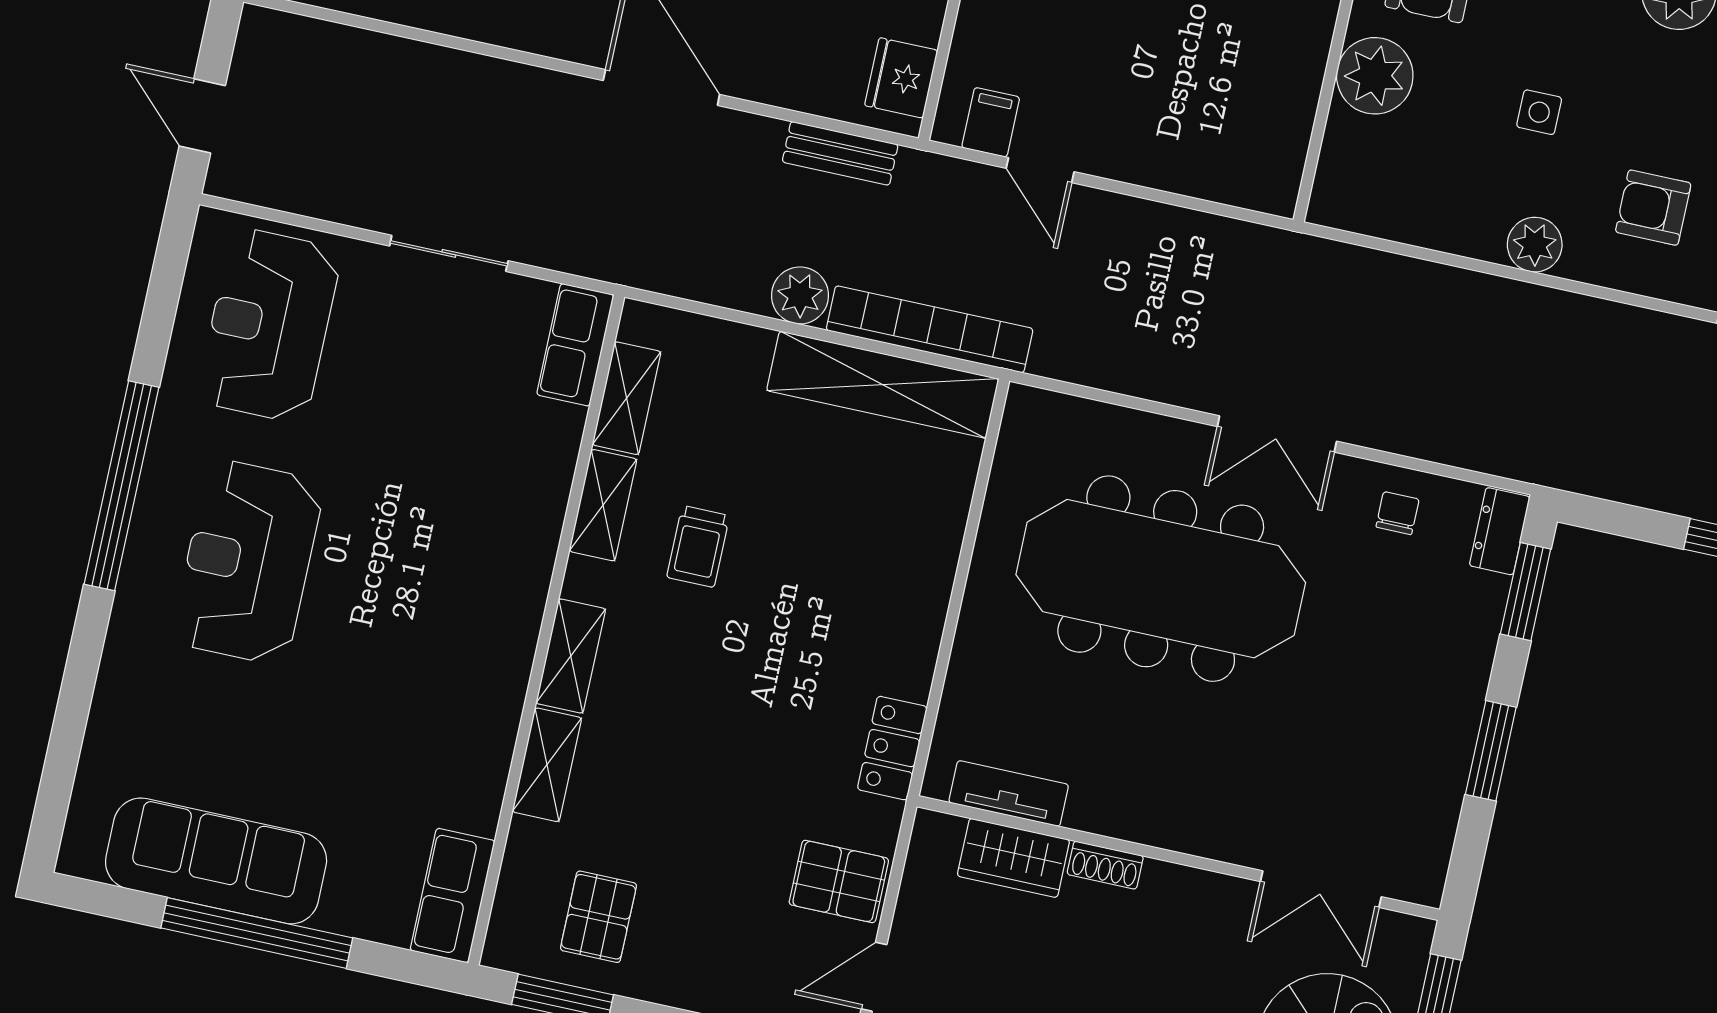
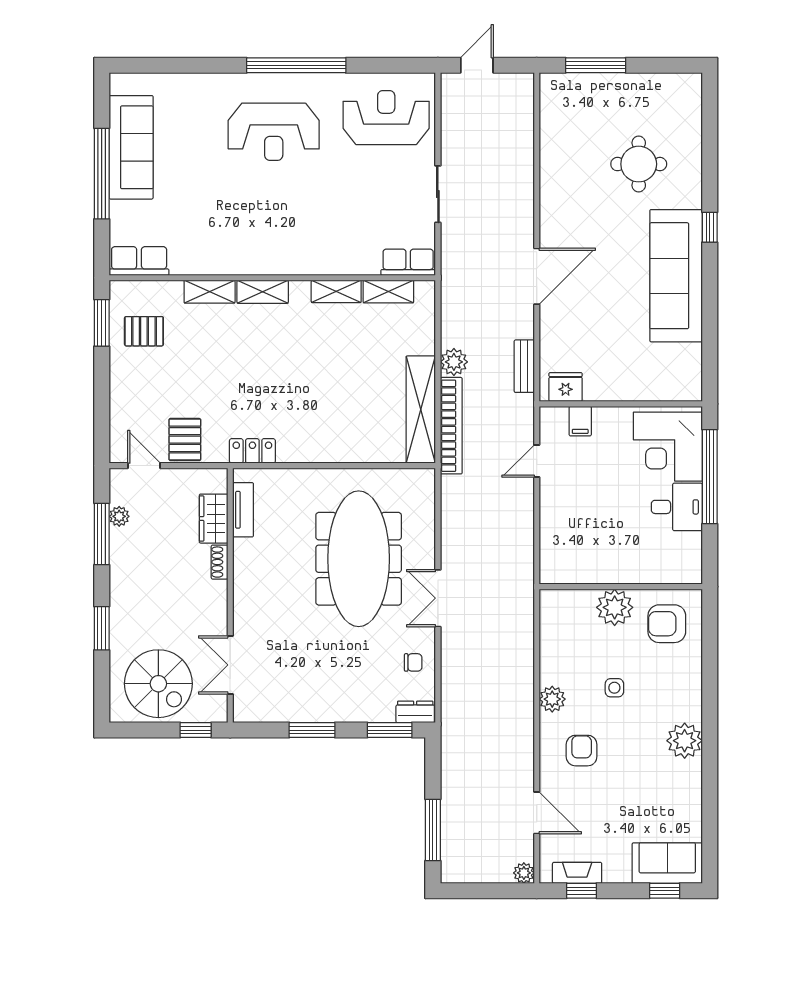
filing cabinet: (991, 122) -> (580, 421), moved, turned 90
trolley: (698, 546) -> (327, 340), removed
reception desk: (248, 562) -> (274, 132), turned 180

